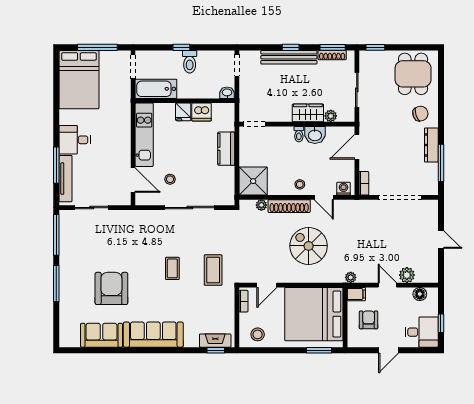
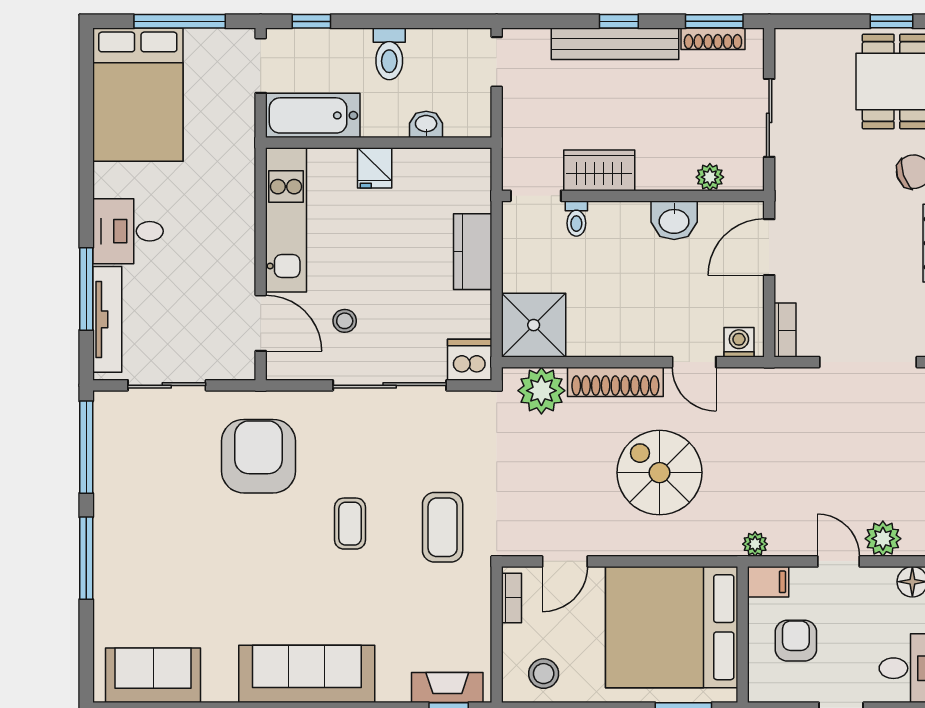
window: (181, 47) -> (311, 21), moved
window: (375, 47) -> (891, 21), moved
washbasin: (227, 93) -> (426, 124), moved
dishwasher: (201, 112) -> (470, 360), moved, turned 180
wardrobe: (308, 113) -> (599, 170), moved
toilet: (299, 134) -> (576, 219), moved
stool: (300, 184) -> (640, 333), removed
plant: (261, 205) -> (541, 391), width x1.88, depth x1.88
armchair: (111, 288) -> (258, 456), moved
sofa: (101, 335) -> (153, 675), moved

